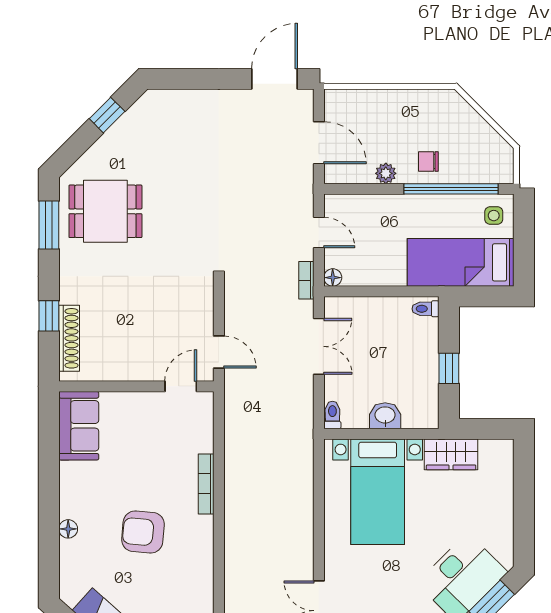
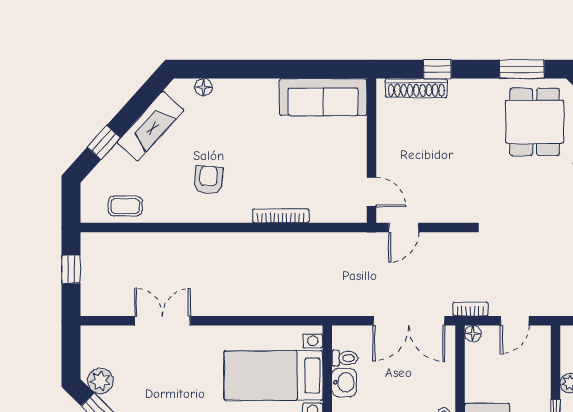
double door: (319, 346) -> (409, 321), width x1.37
toilet: (332, 415) -> (345, 358), moved
sofa: (79, 426) -> (323, 97), width x1.36
floor lamp: (68, 529) -> (204, 87), moved
armchair: (143, 532) -> (208, 180), moved, width x0.72, depth x0.72

